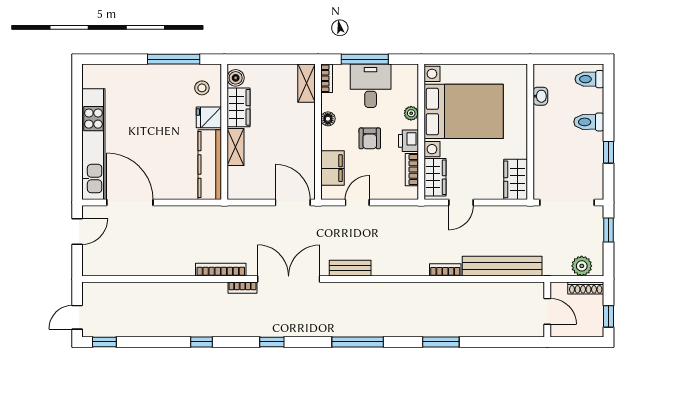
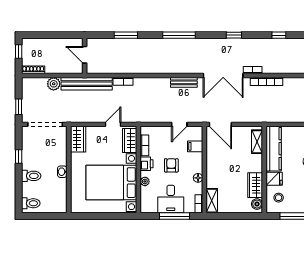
washbasin: (540, 96) -> (62, 172), moved
shelving: (236, 147) -> (257, 142), moved
filing cabinet: (332, 168) -> (195, 146), width x0.50
plant: (582, 266) -> (54, 84), moved
wall: (547, 310) -> (85, 56), moved
door: (547, 311) -> (85, 55), moved

